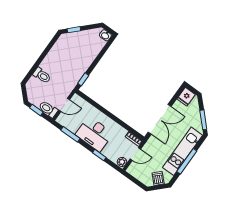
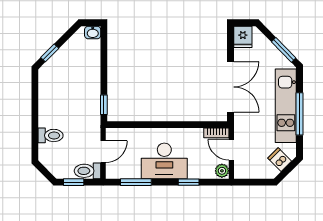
door: (135, 154) -> (231, 150), swing flipped

